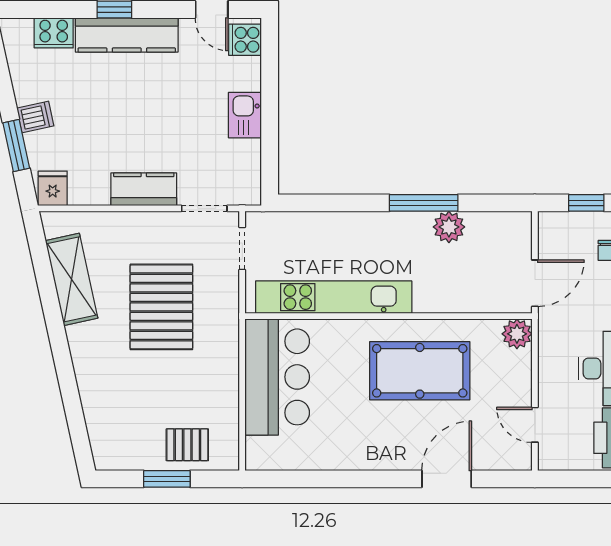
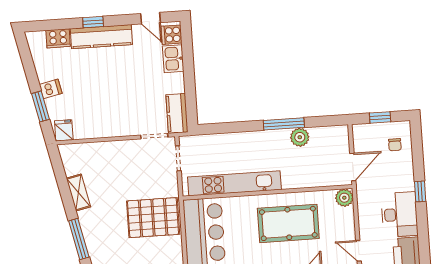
kitchen sink: (245, 115) -> (173, 59), moved
kitchen counter: (144, 189) -> (177, 113), moved, turned -90
shelving: (72, 279) -> (79, 192), width x0.67, depth x0.75
pallet: (161, 307) -> (153, 218), moved, turned 90
window: (65, 373) -> (79, 239), added

